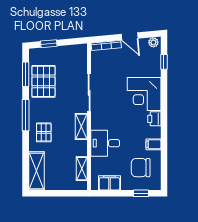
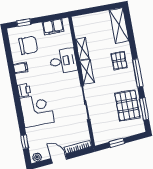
window: (49, 44) -> (117, 143), moved
shelving: (82, 169) -> (82, 49), moved

